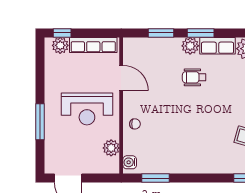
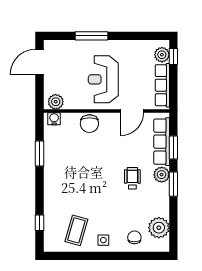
row of seats: (218, 46) -> (162, 142), moved, width x1.48
chair: (135, 124) -> (89, 124), width x1.87, depth x1.87
plant: (111, 148) -> (56, 102), moved
window: (155, 178) -> (39, 154), moved

